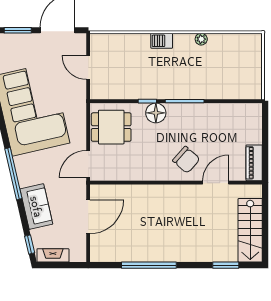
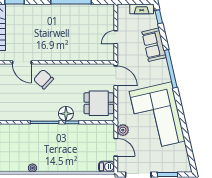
barbecue: (162, 41) -> (107, 167), moved
plant: (78, 91) -> (123, 130), added
door: (88, 164) -> (116, 76), hinge flipped
door: (216, 183) -> (22, 62), hinge flipped
door: (88, 217) -> (116, 37), width x0.53

